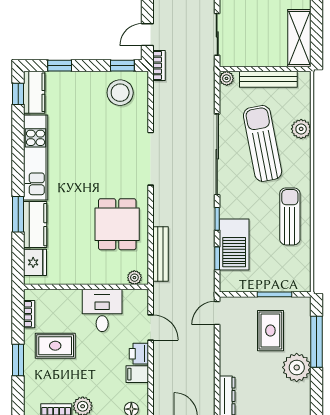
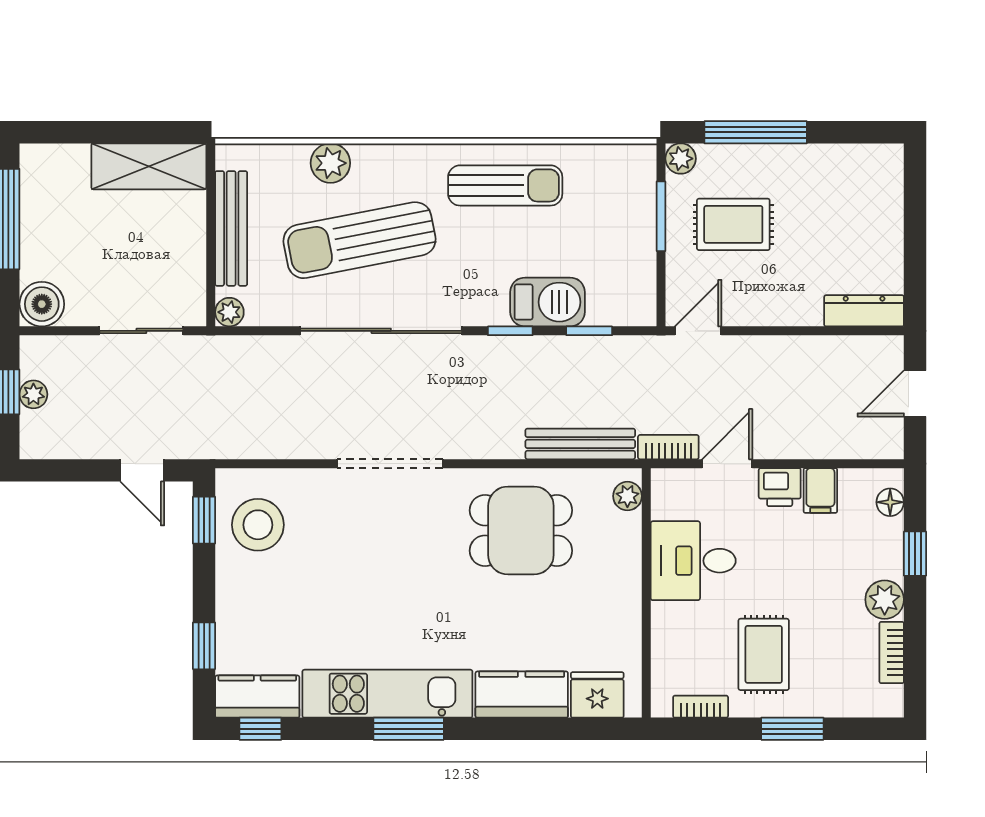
bookcase: (159, 65) -> (668, 447), moved
window: (18, 214) -> (409, 729), moved
sun lounger: (290, 216) -> (505, 185), turned 180
barbecue: (234, 244) -> (548, 302), width x0.73, depth x0.83
door: (217, 313) -> (698, 331), swing flipped
plant: (297, 367) -> (681, 159), moved, width x0.53, depth x0.53

